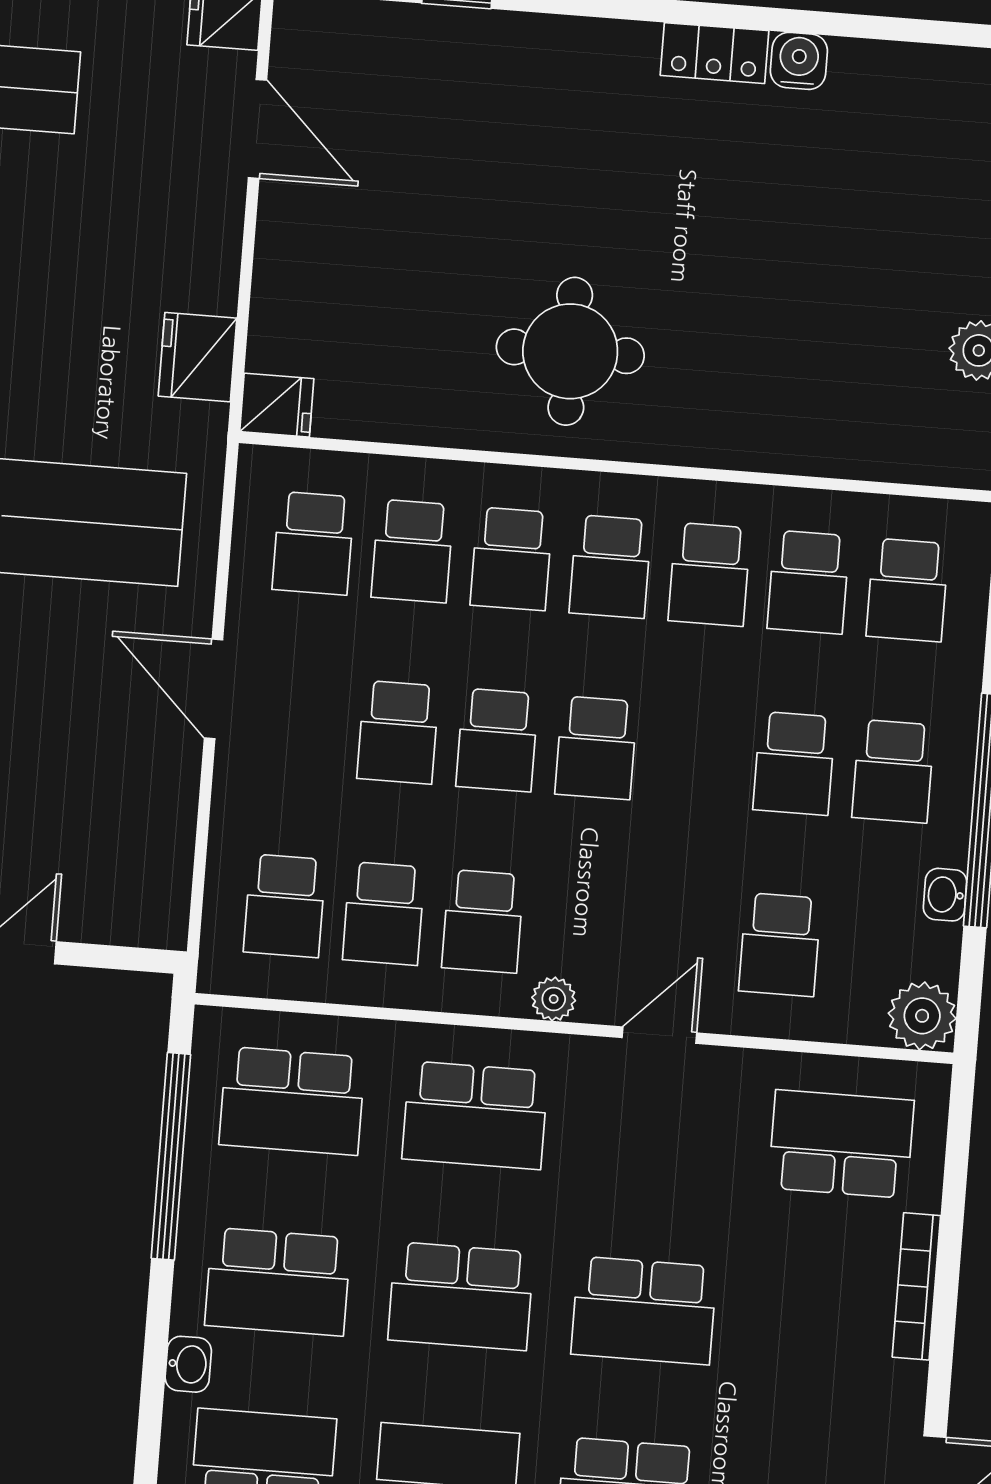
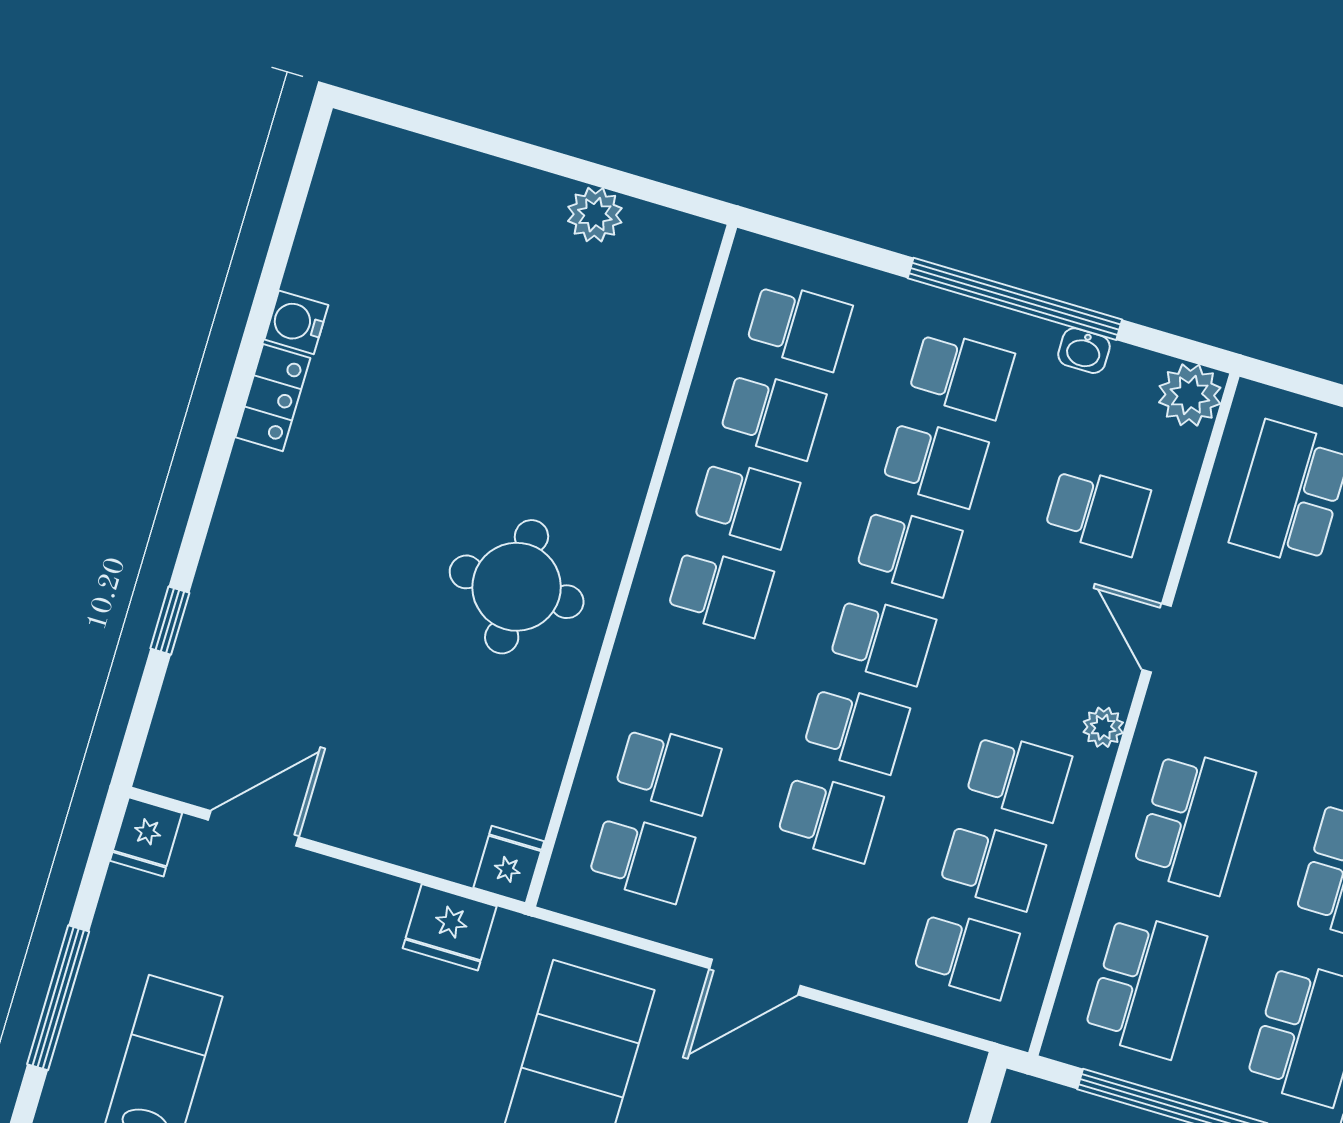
school desk: (511, 559) -> (909, 551), moved

